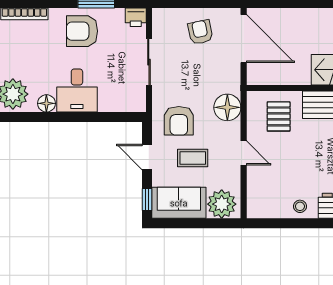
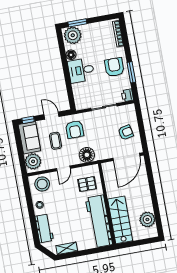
armchair: (179, 121) -> (75, 129), turned -90
door: (147, 157) -> (51, 116), hinge flipped
stool: (264, 195) -> (42, 184), added

